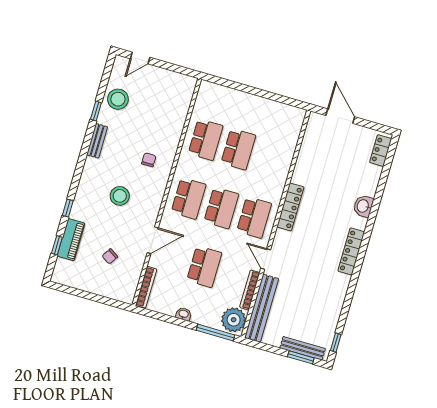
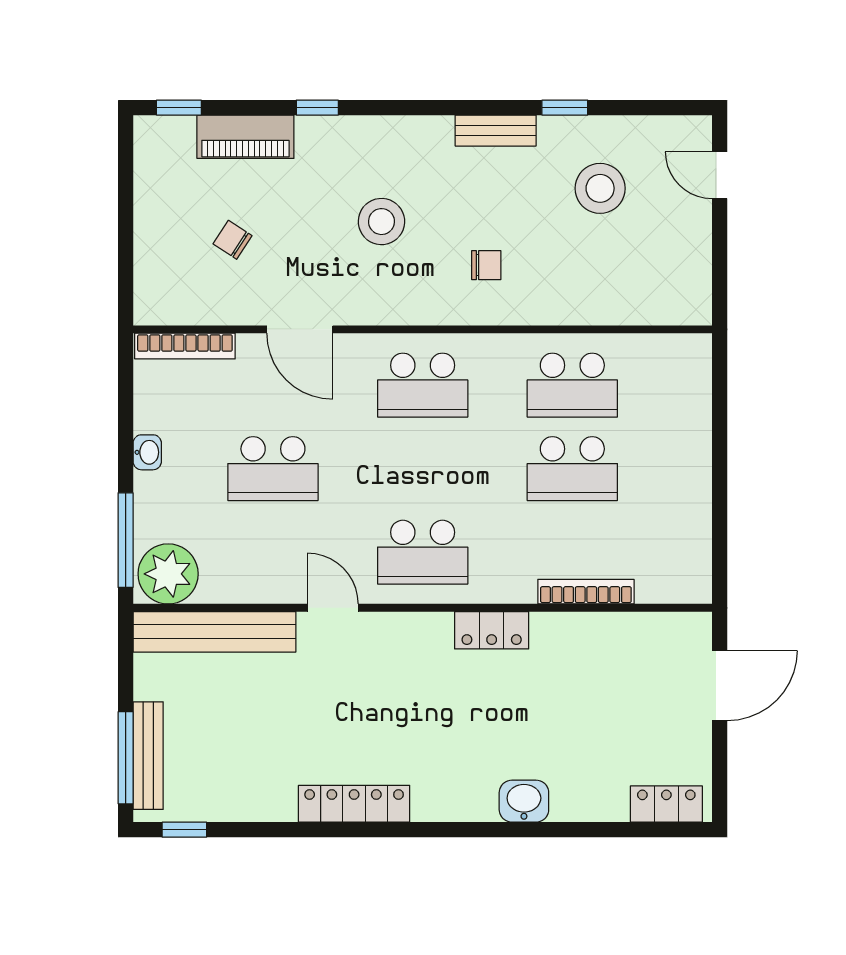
stool: (118, 99) -> (600, 188), moved
locker: (290, 207) -> (492, 630), width x0.66
school desk: (221, 208) -> (423, 469), removed
window: (57, 245) -> (179, 108), moved
locker: (351, 251) -> (354, 804), moved
door: (266, 259) -> (333, 608), hinge flipped
bookcase: (250, 290) -> (586, 592), moved
window: (301, 357) -> (126, 758), width x1.44

